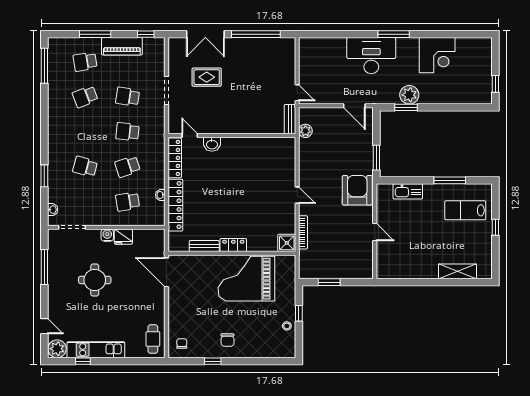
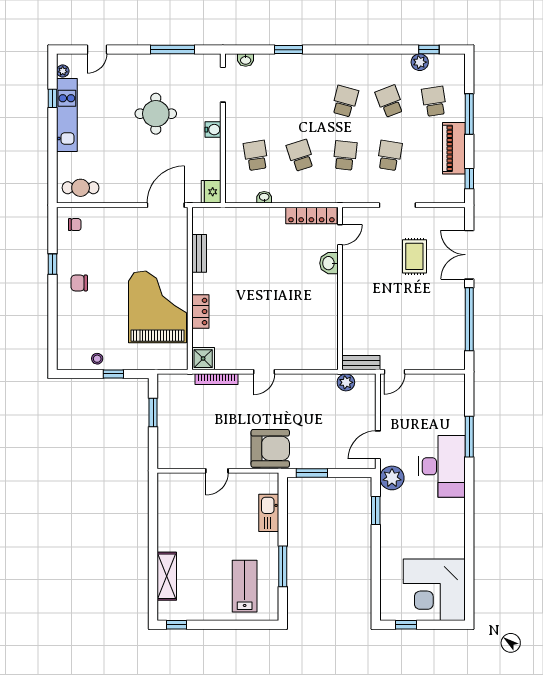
window: (394, 34) -> (469, 437), moved
corner desk: (437, 55) -> (434, 590), moved, width x1.36, depth x1.36
window: (44, 66) -> (429, 50), width x0.46
plant: (54, 73) -> (420, 62), added
plant: (409, 95) -> (392, 478), moved
school desk: (85, 167) -> (345, 101), moved
locker: (175, 205) -> (251, 216), removed
window: (495, 227) -> (177, 625), moved
fridge: (123, 237) -> (211, 192), moved
locker: (233, 245) -> (200, 311), moved
plant: (57, 349) -> (63, 71), width x0.53, depth x0.53

